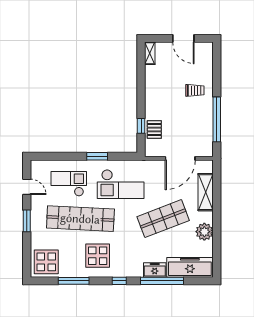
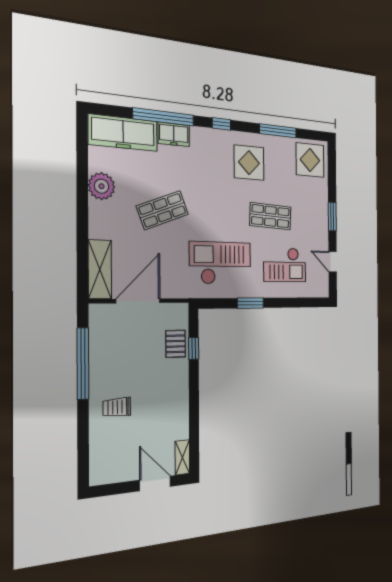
door: (183, 38) -> (155, 483), moved
shelving: (206, 192) -> (100, 269), moved
shop shelf: (80, 219) -> (270, 216), width x0.50, depth x0.74
shop shelf: (163, 219) -> (162, 210), width x0.70, depth x0.74

